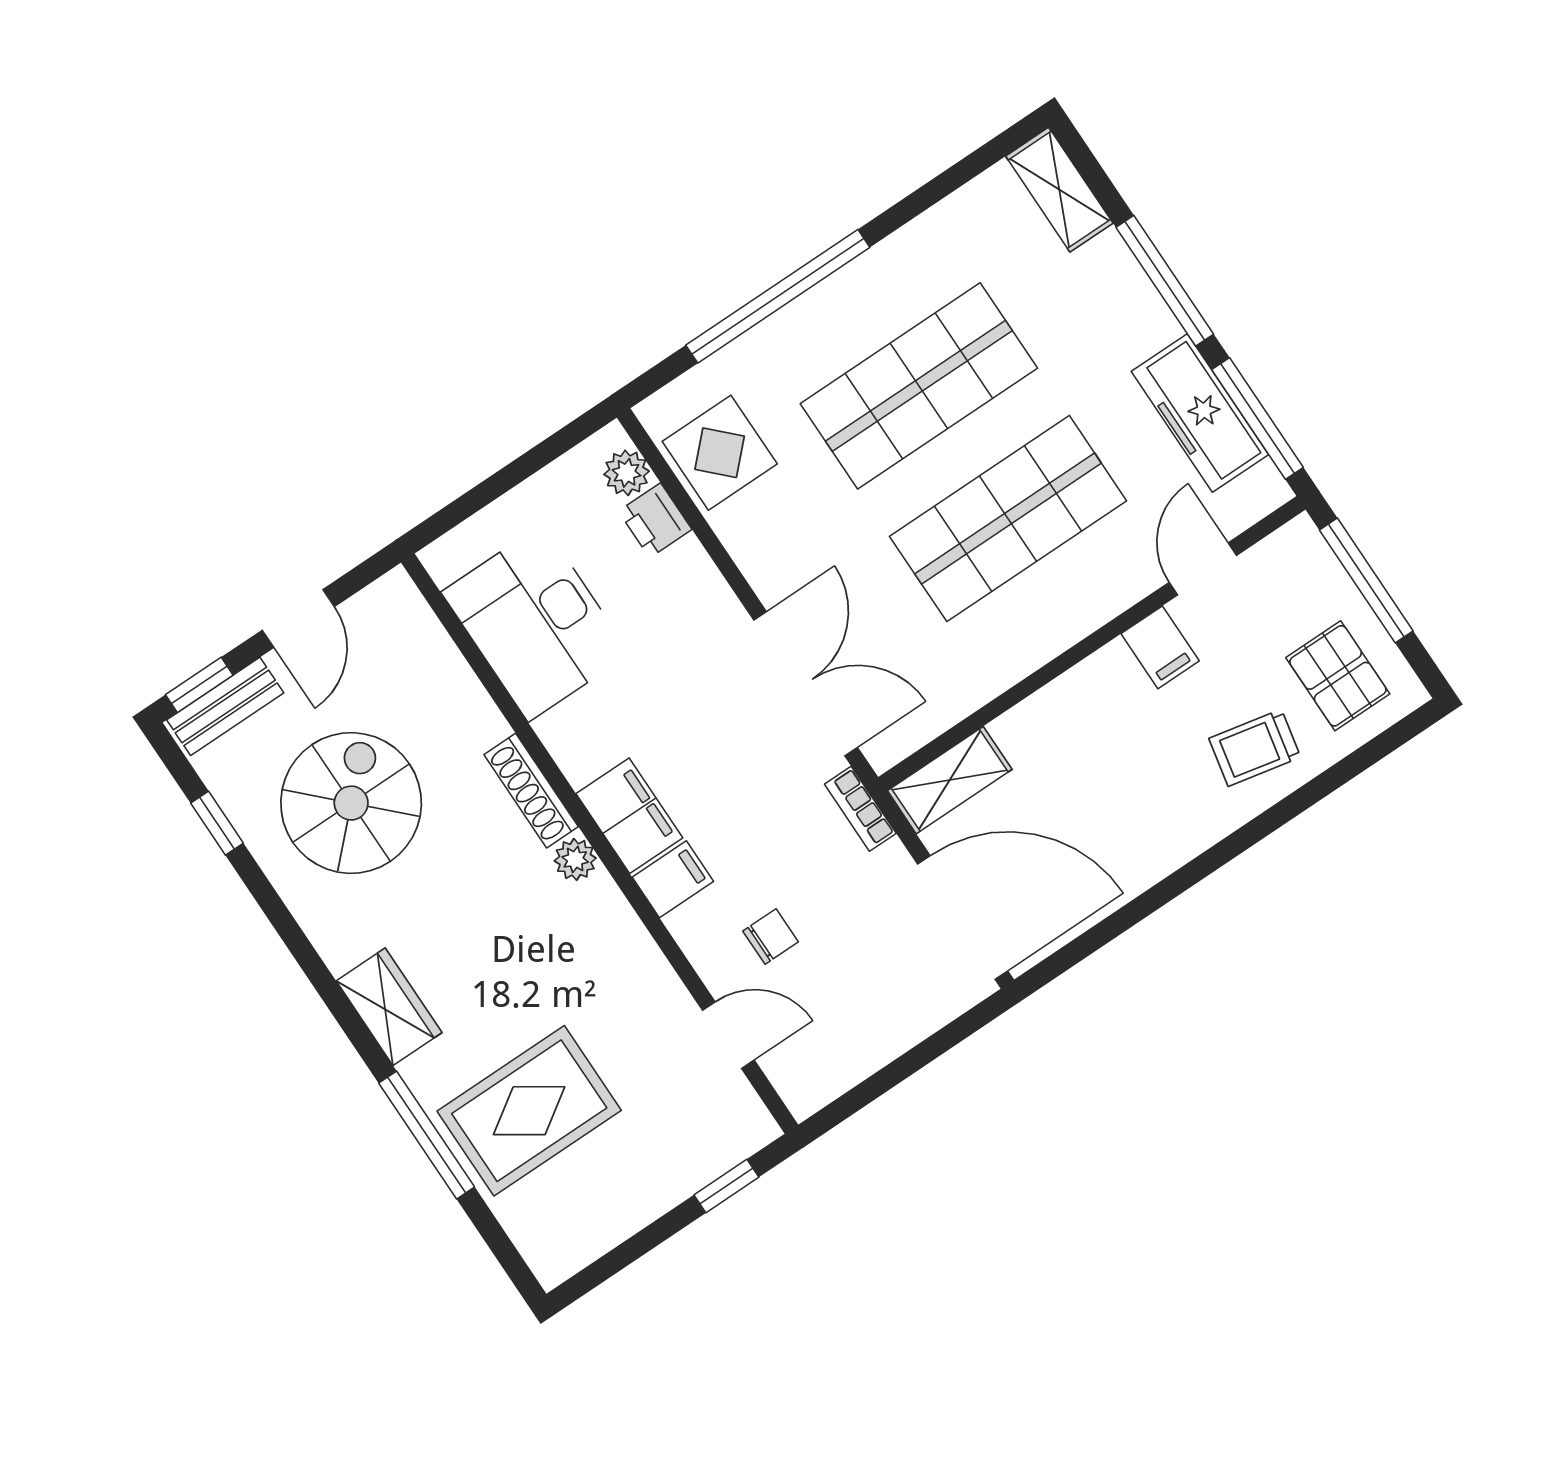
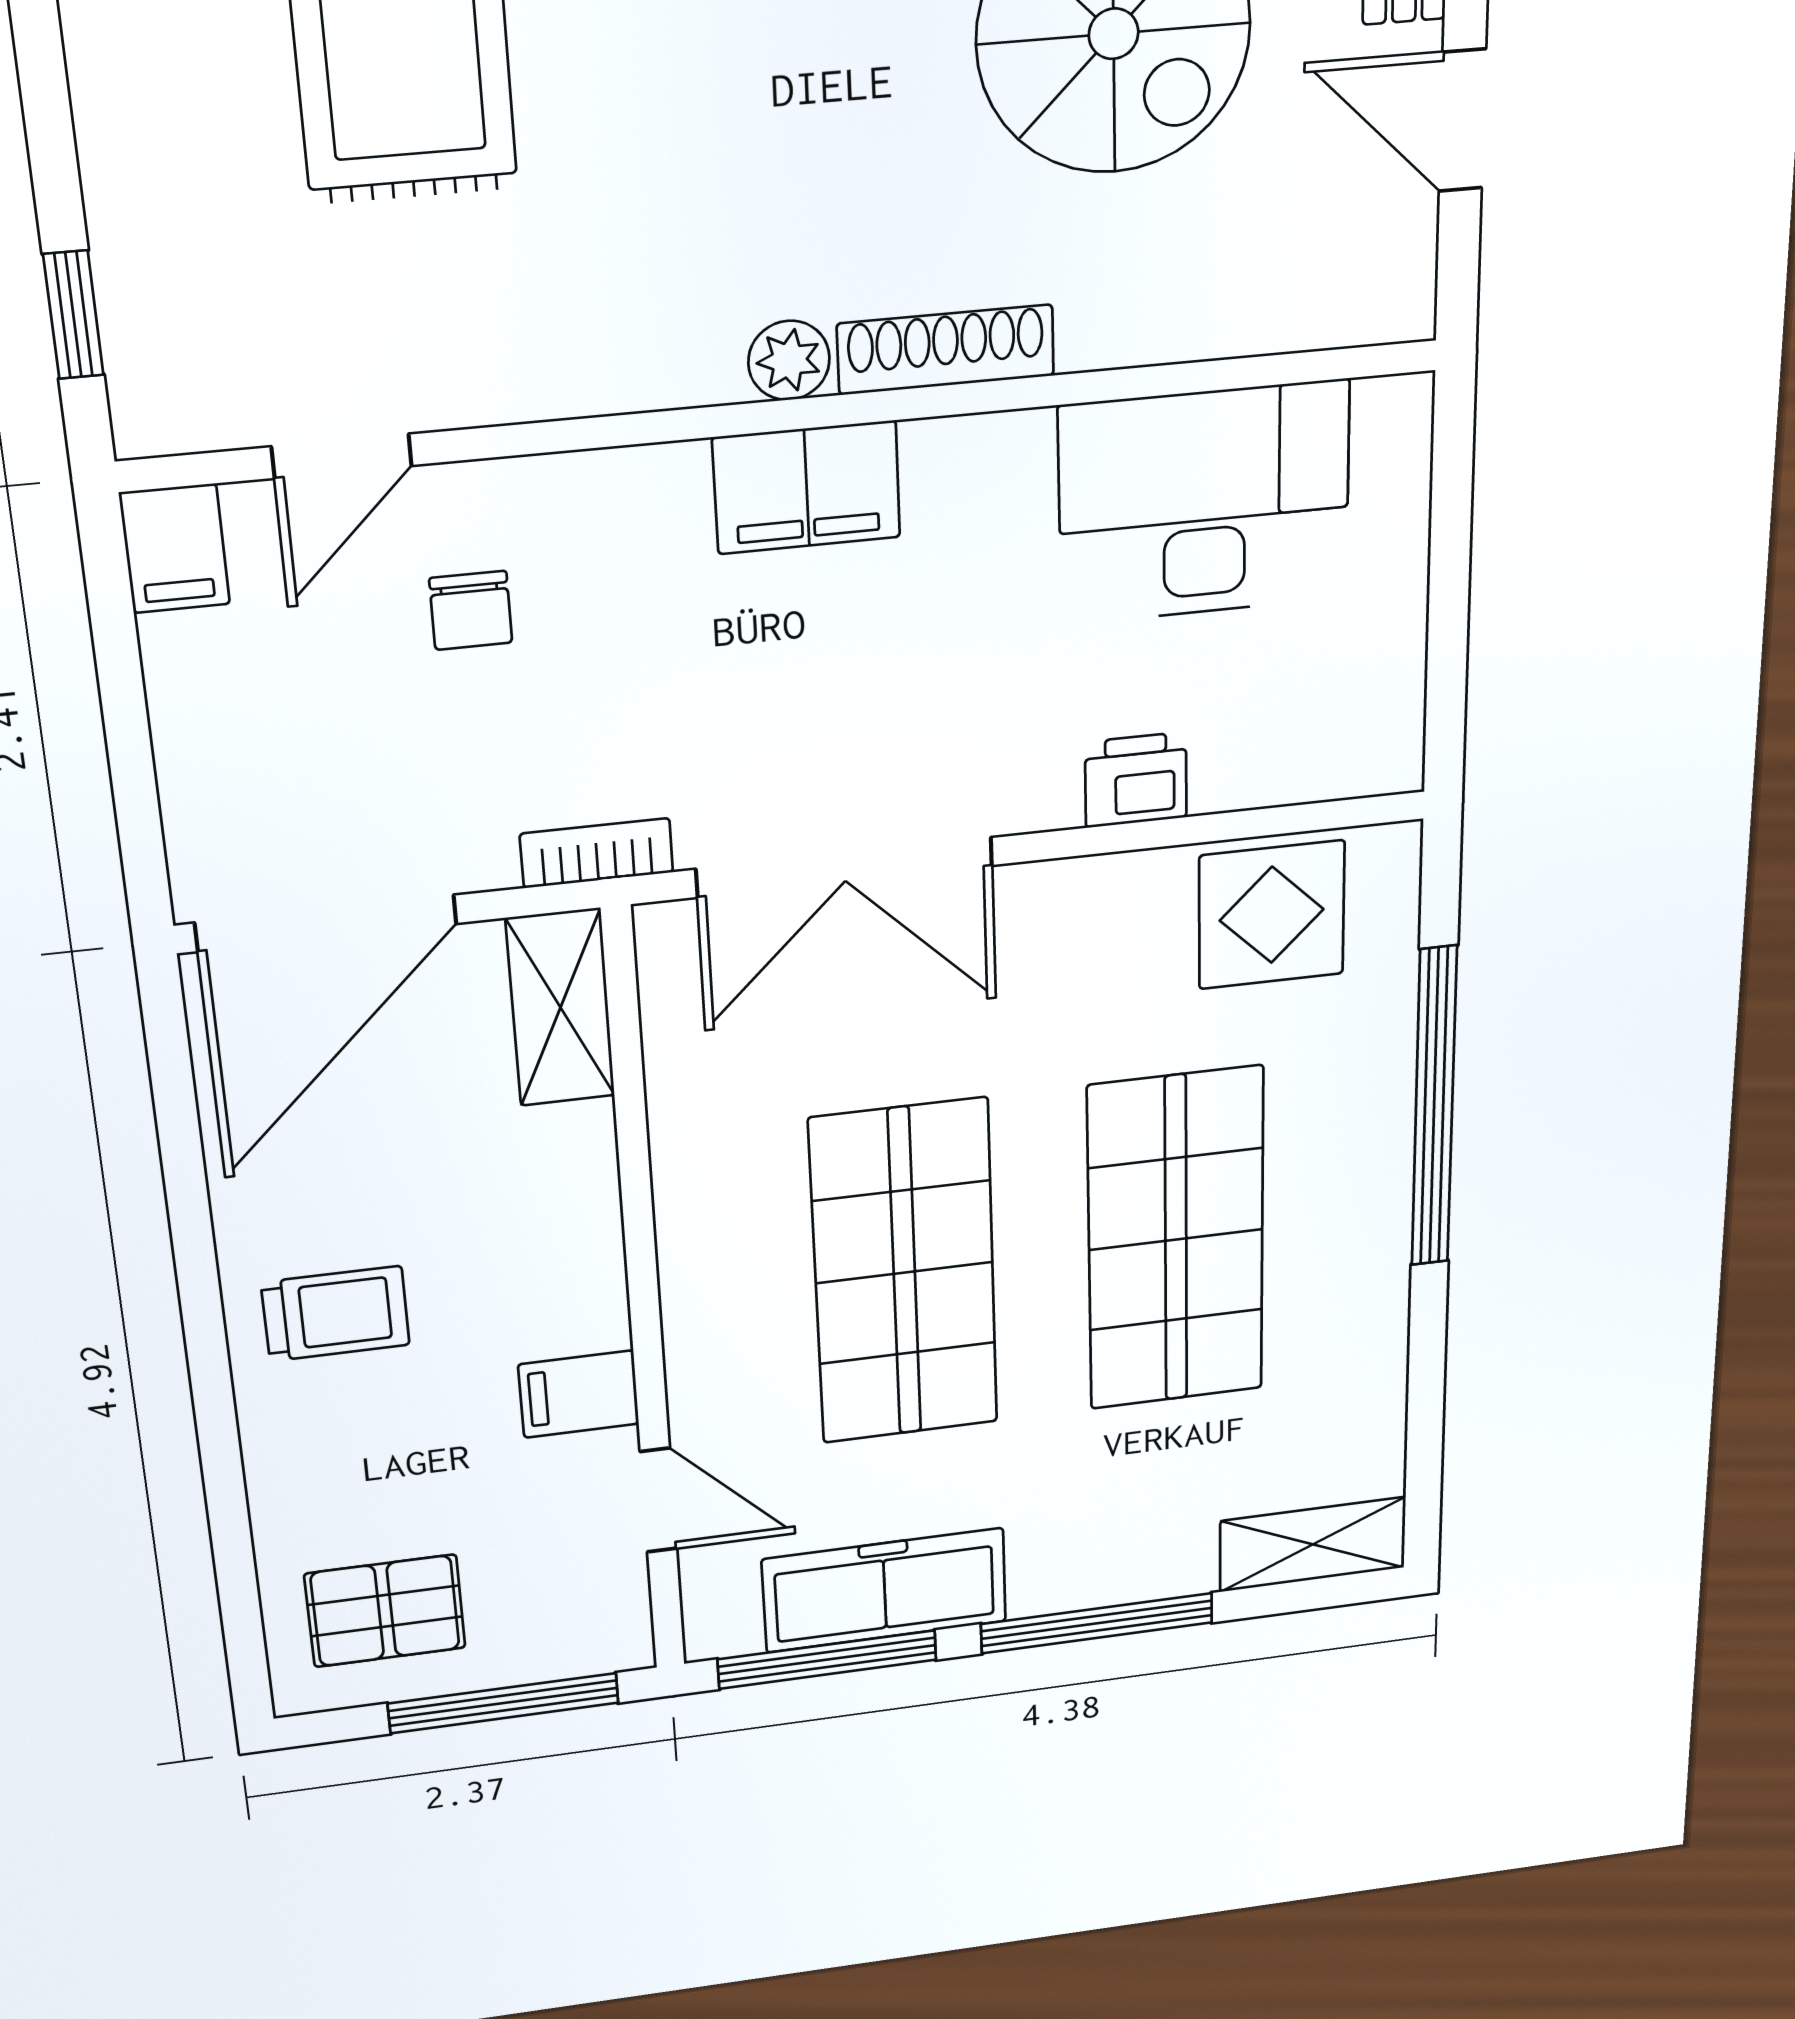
plant: (627, 473) -> (1335, 763), removed
printer: (655, 520) -> (1136, 780), moved
trolley: (1255, 748) -> (336, 1314), moved, turned 78
filing cabinet: (673, 879) -> (175, 548), moved

